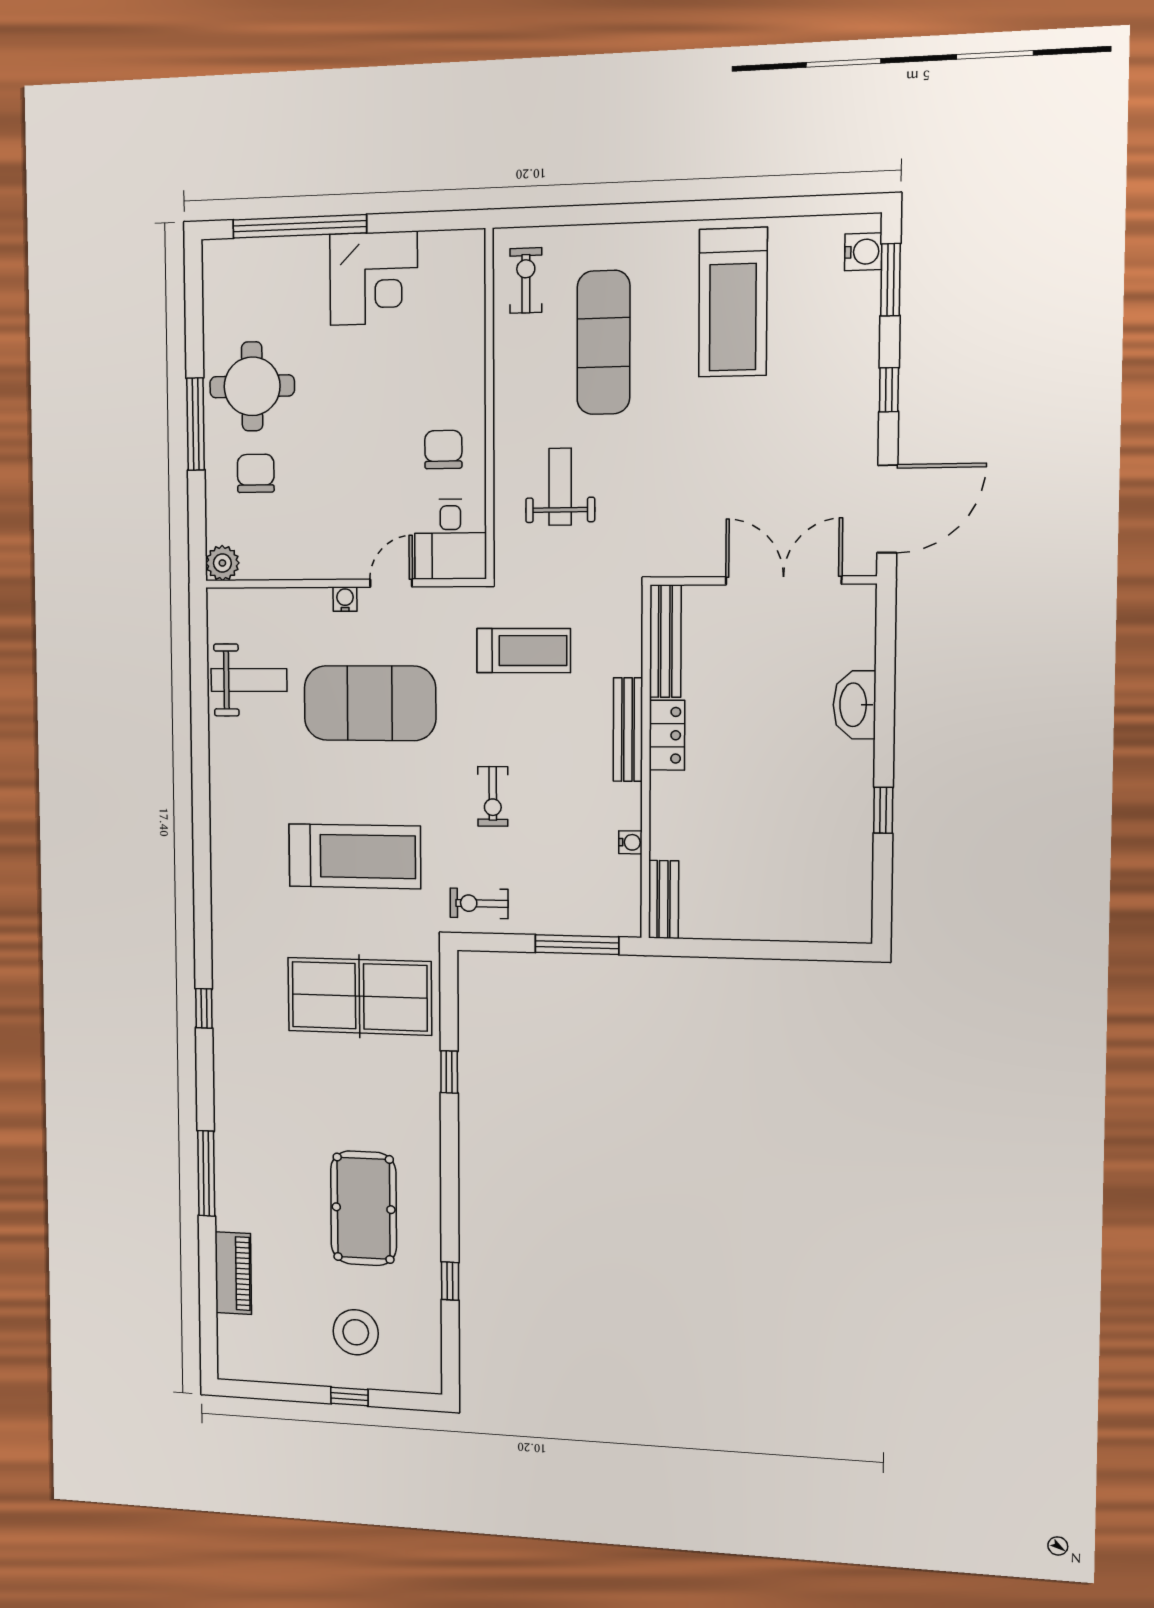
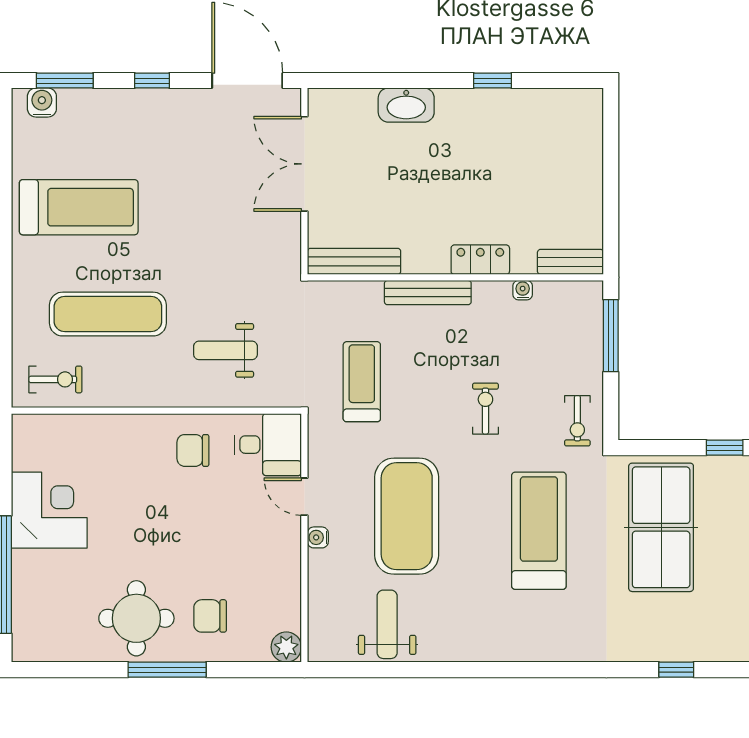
exercise bike: (526, 281) -> (55, 379), turned 180
locker: (667, 735) -> (480, 260), moved
exercise bike: (493, 796) -> (485, 409), turned -90

